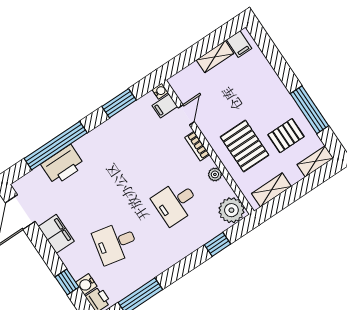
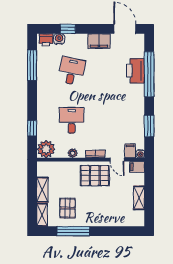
filing cabinet: (239, 44) -> (137, 167), moved
pallet: (245, 146) -> (95, 176), moved
shelving: (271, 190) -> (42, 190), moved

